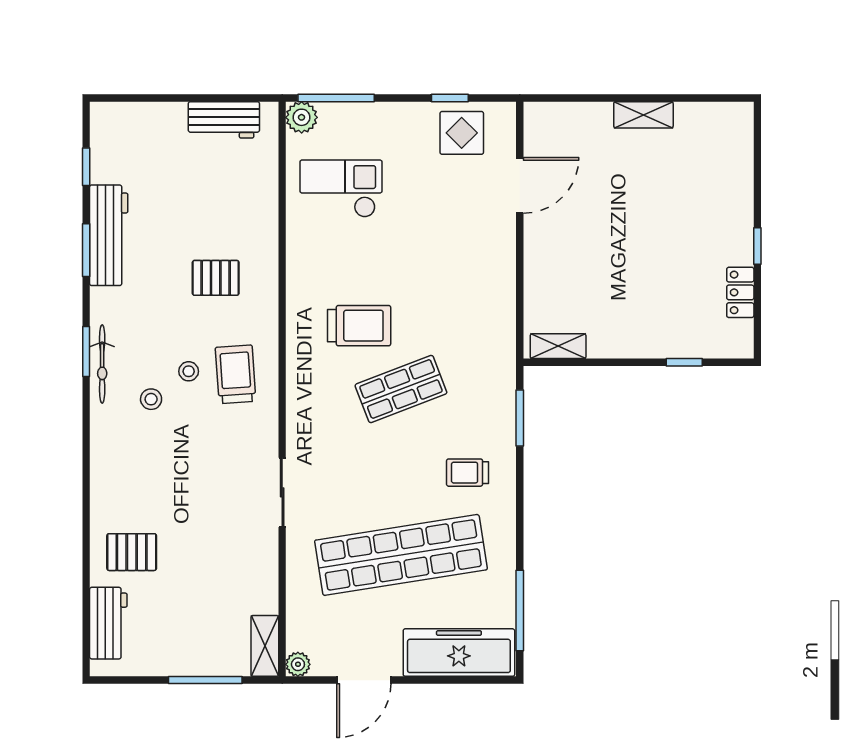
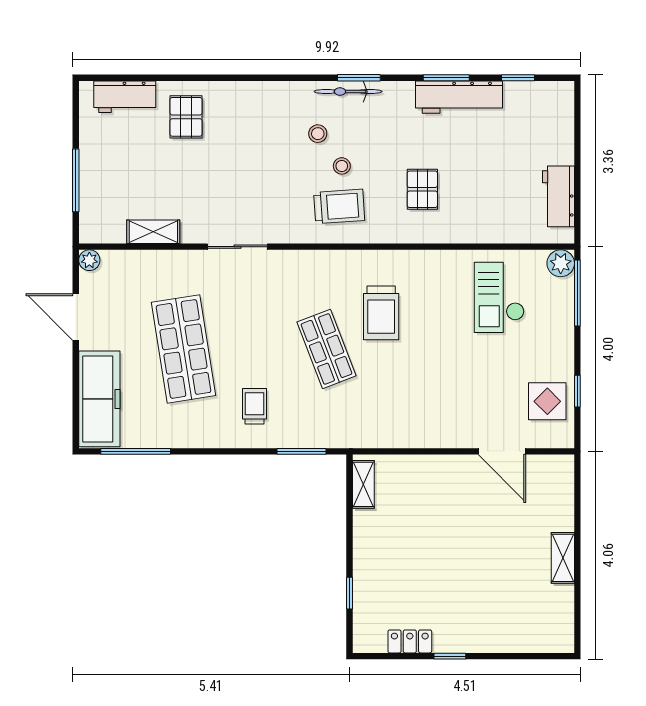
checkout: (341, 189) -> (499, 297), turned 180
shop shelf: (401, 555) -> (184, 349), width x0.71
shelving: (265, 646) -> (153, 232), moved

